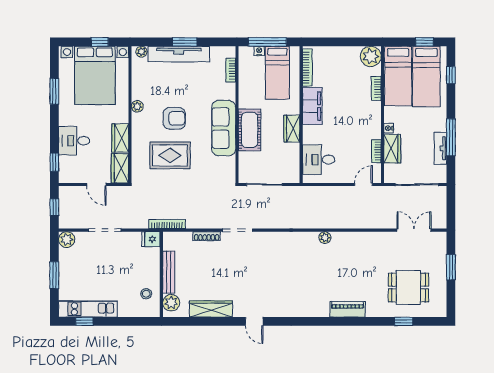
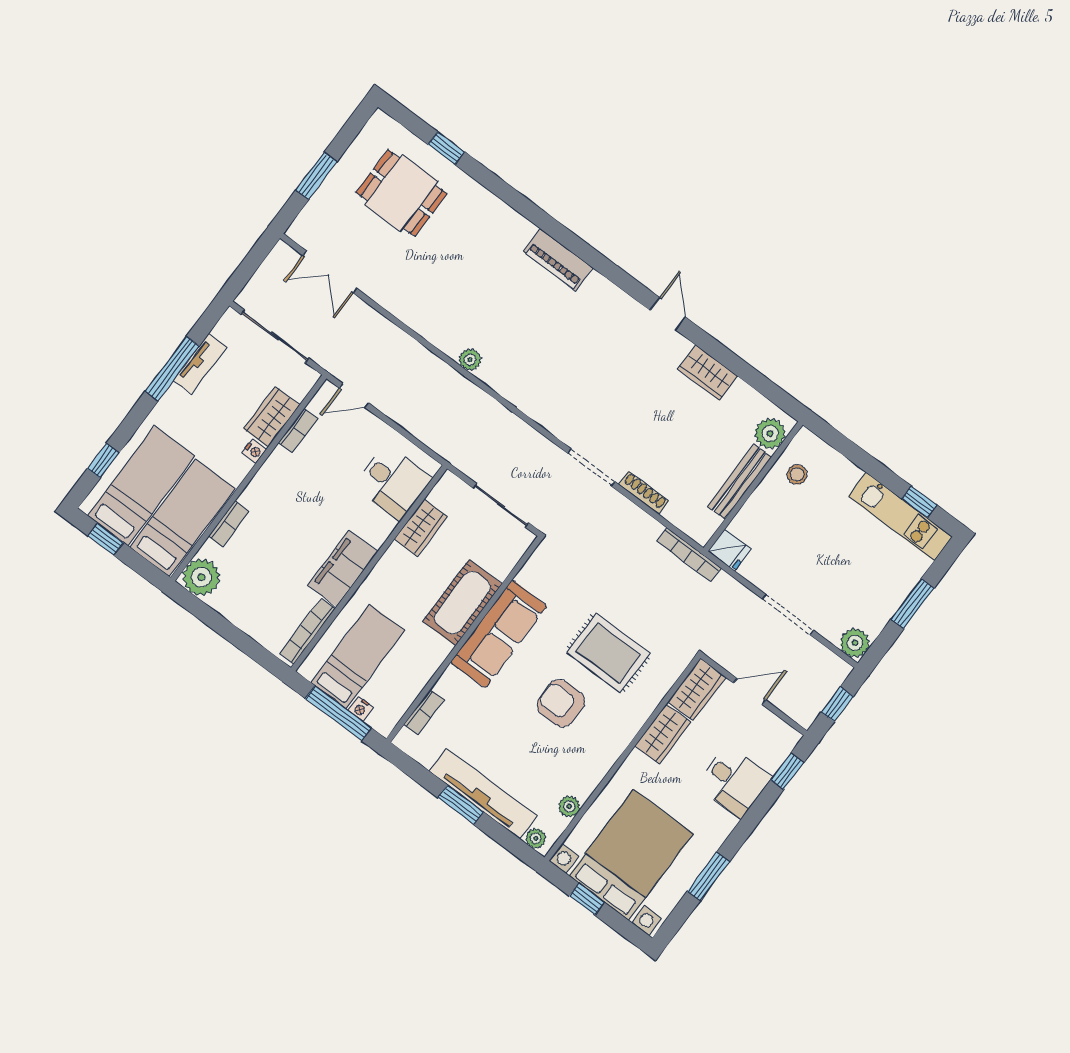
plant: (137, 106) -> (569, 806), moved
wardrobe: (292, 129) -> (421, 528), moved
door: (96, 185) -> (750, 691), hinge flipped
wardrobe: (211, 309) -> (708, 373), width x0.67
piano: (348, 309) -> (558, 260), moved

